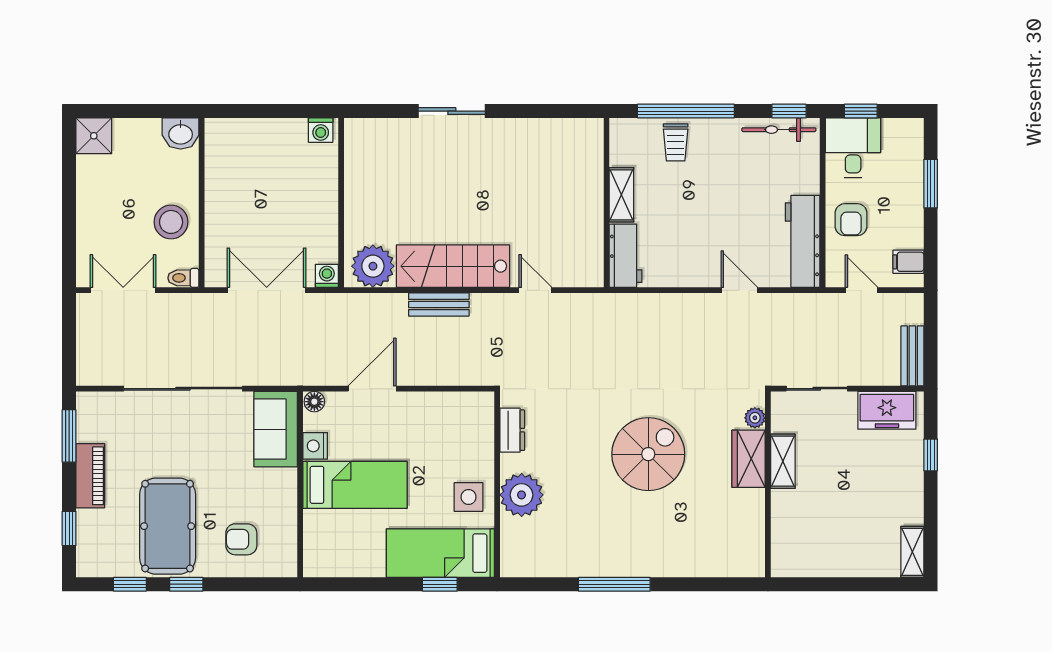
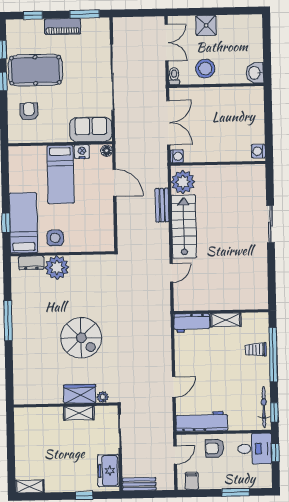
shower: (94, 136) -> (206, 25), moved
bench: (439, 305) -> (162, 205), moved
dresser: (512, 430) -> (31, 263), moved

